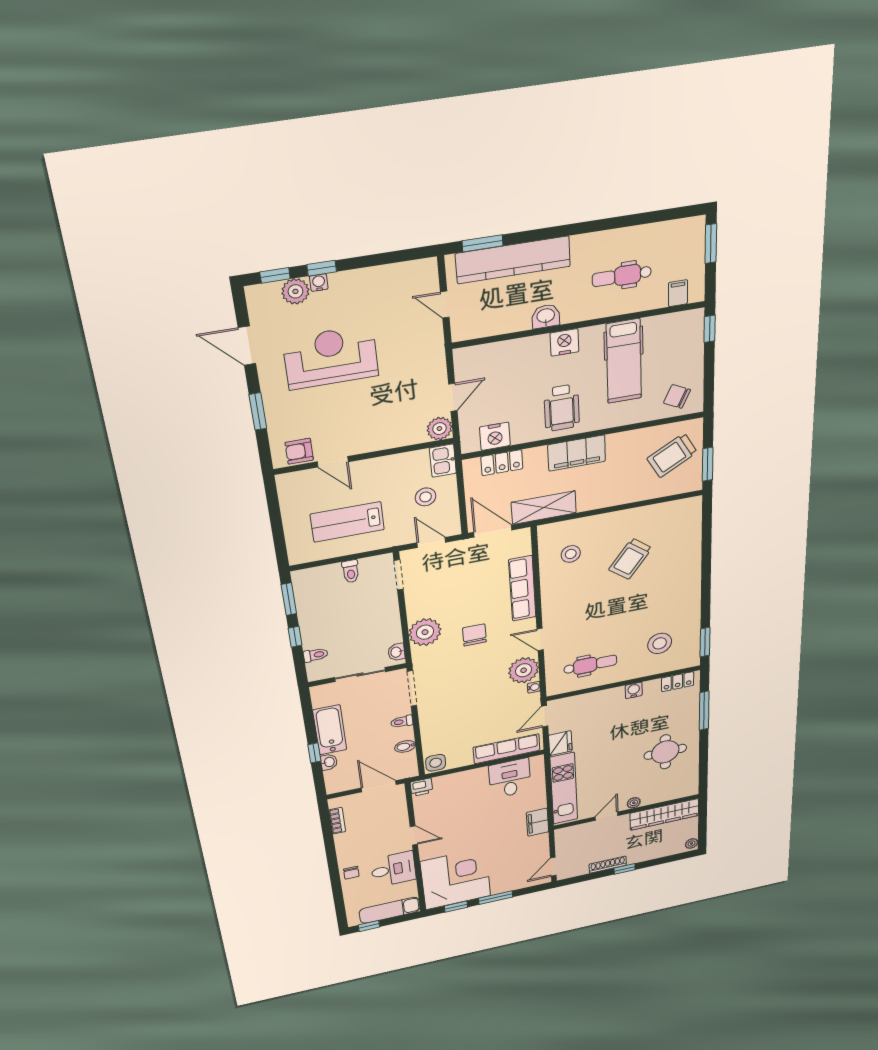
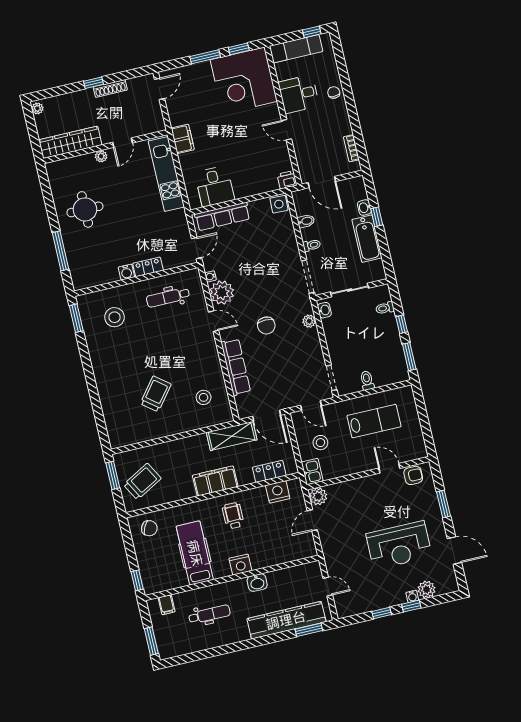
window: (275, 275) -> (382, 613), moved
wheelchair: (562, 408) -> (233, 516), width x0.73, depth x0.73
plant: (425, 632) -> (309, 321), width x0.53, depth x0.53
locker: (678, 682) -> (148, 267), moved
fridge: (560, 743) -> (178, 221), removed

